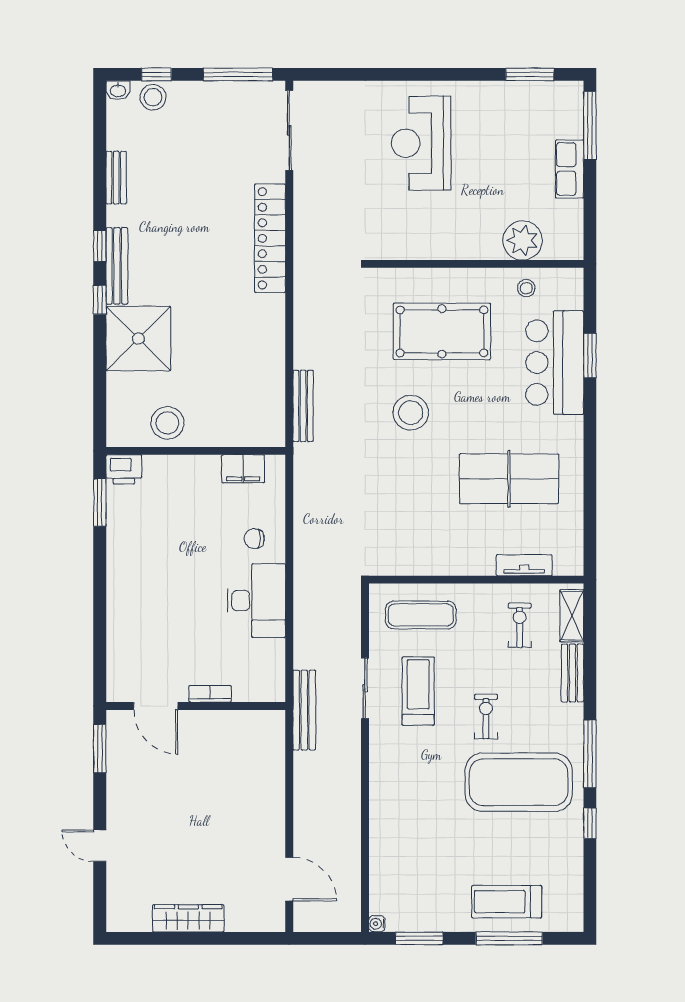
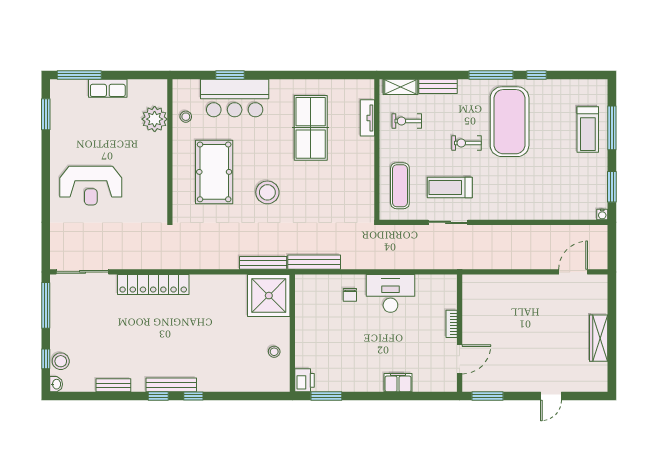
shower: (138, 339) -> (269, 296), moved
stool: (167, 423) -> (274, 352), width x0.53, depth x0.53
filing cabinet: (243, 469) -> (398, 383), moved, turned -90
bench: (304, 710) -> (314, 262), moved

